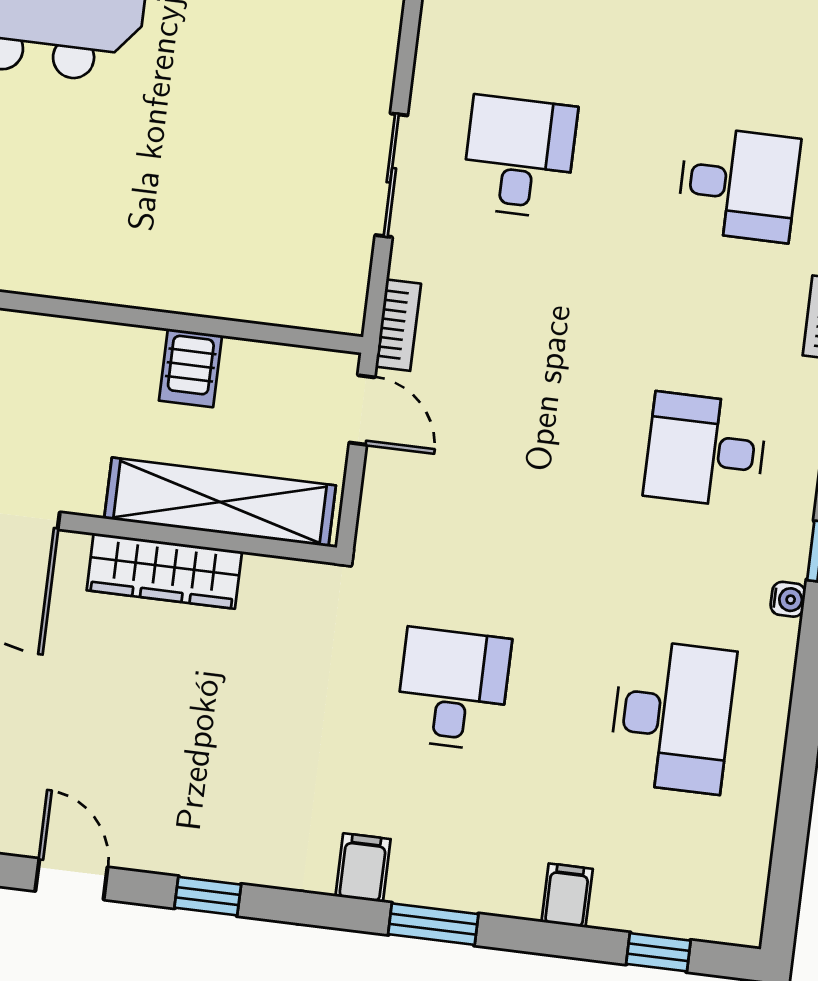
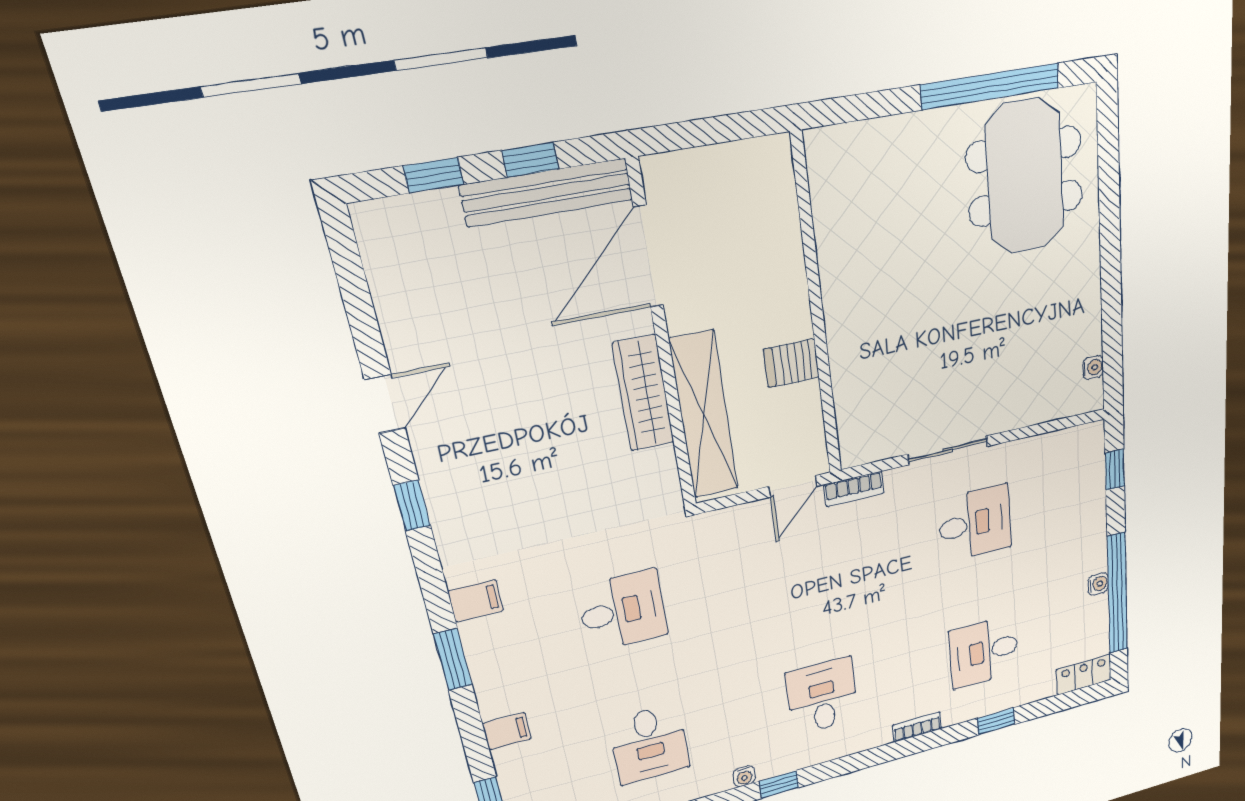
desk: (739, 184) -> (984, 652), turned 90
desk: (672, 716) -> (649, 744), width x0.73

